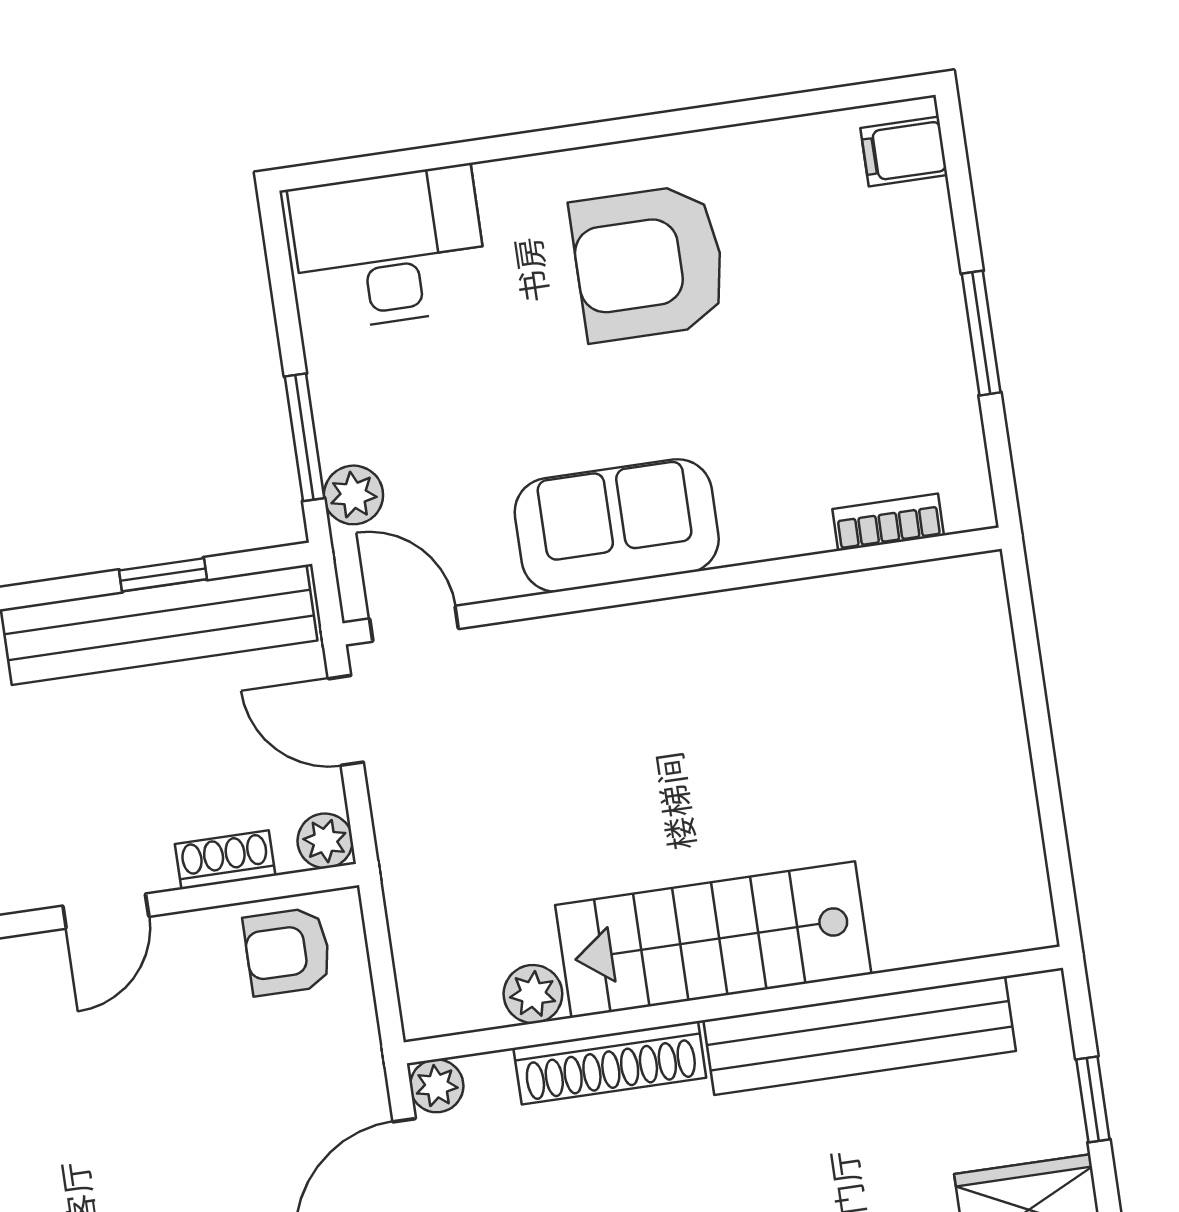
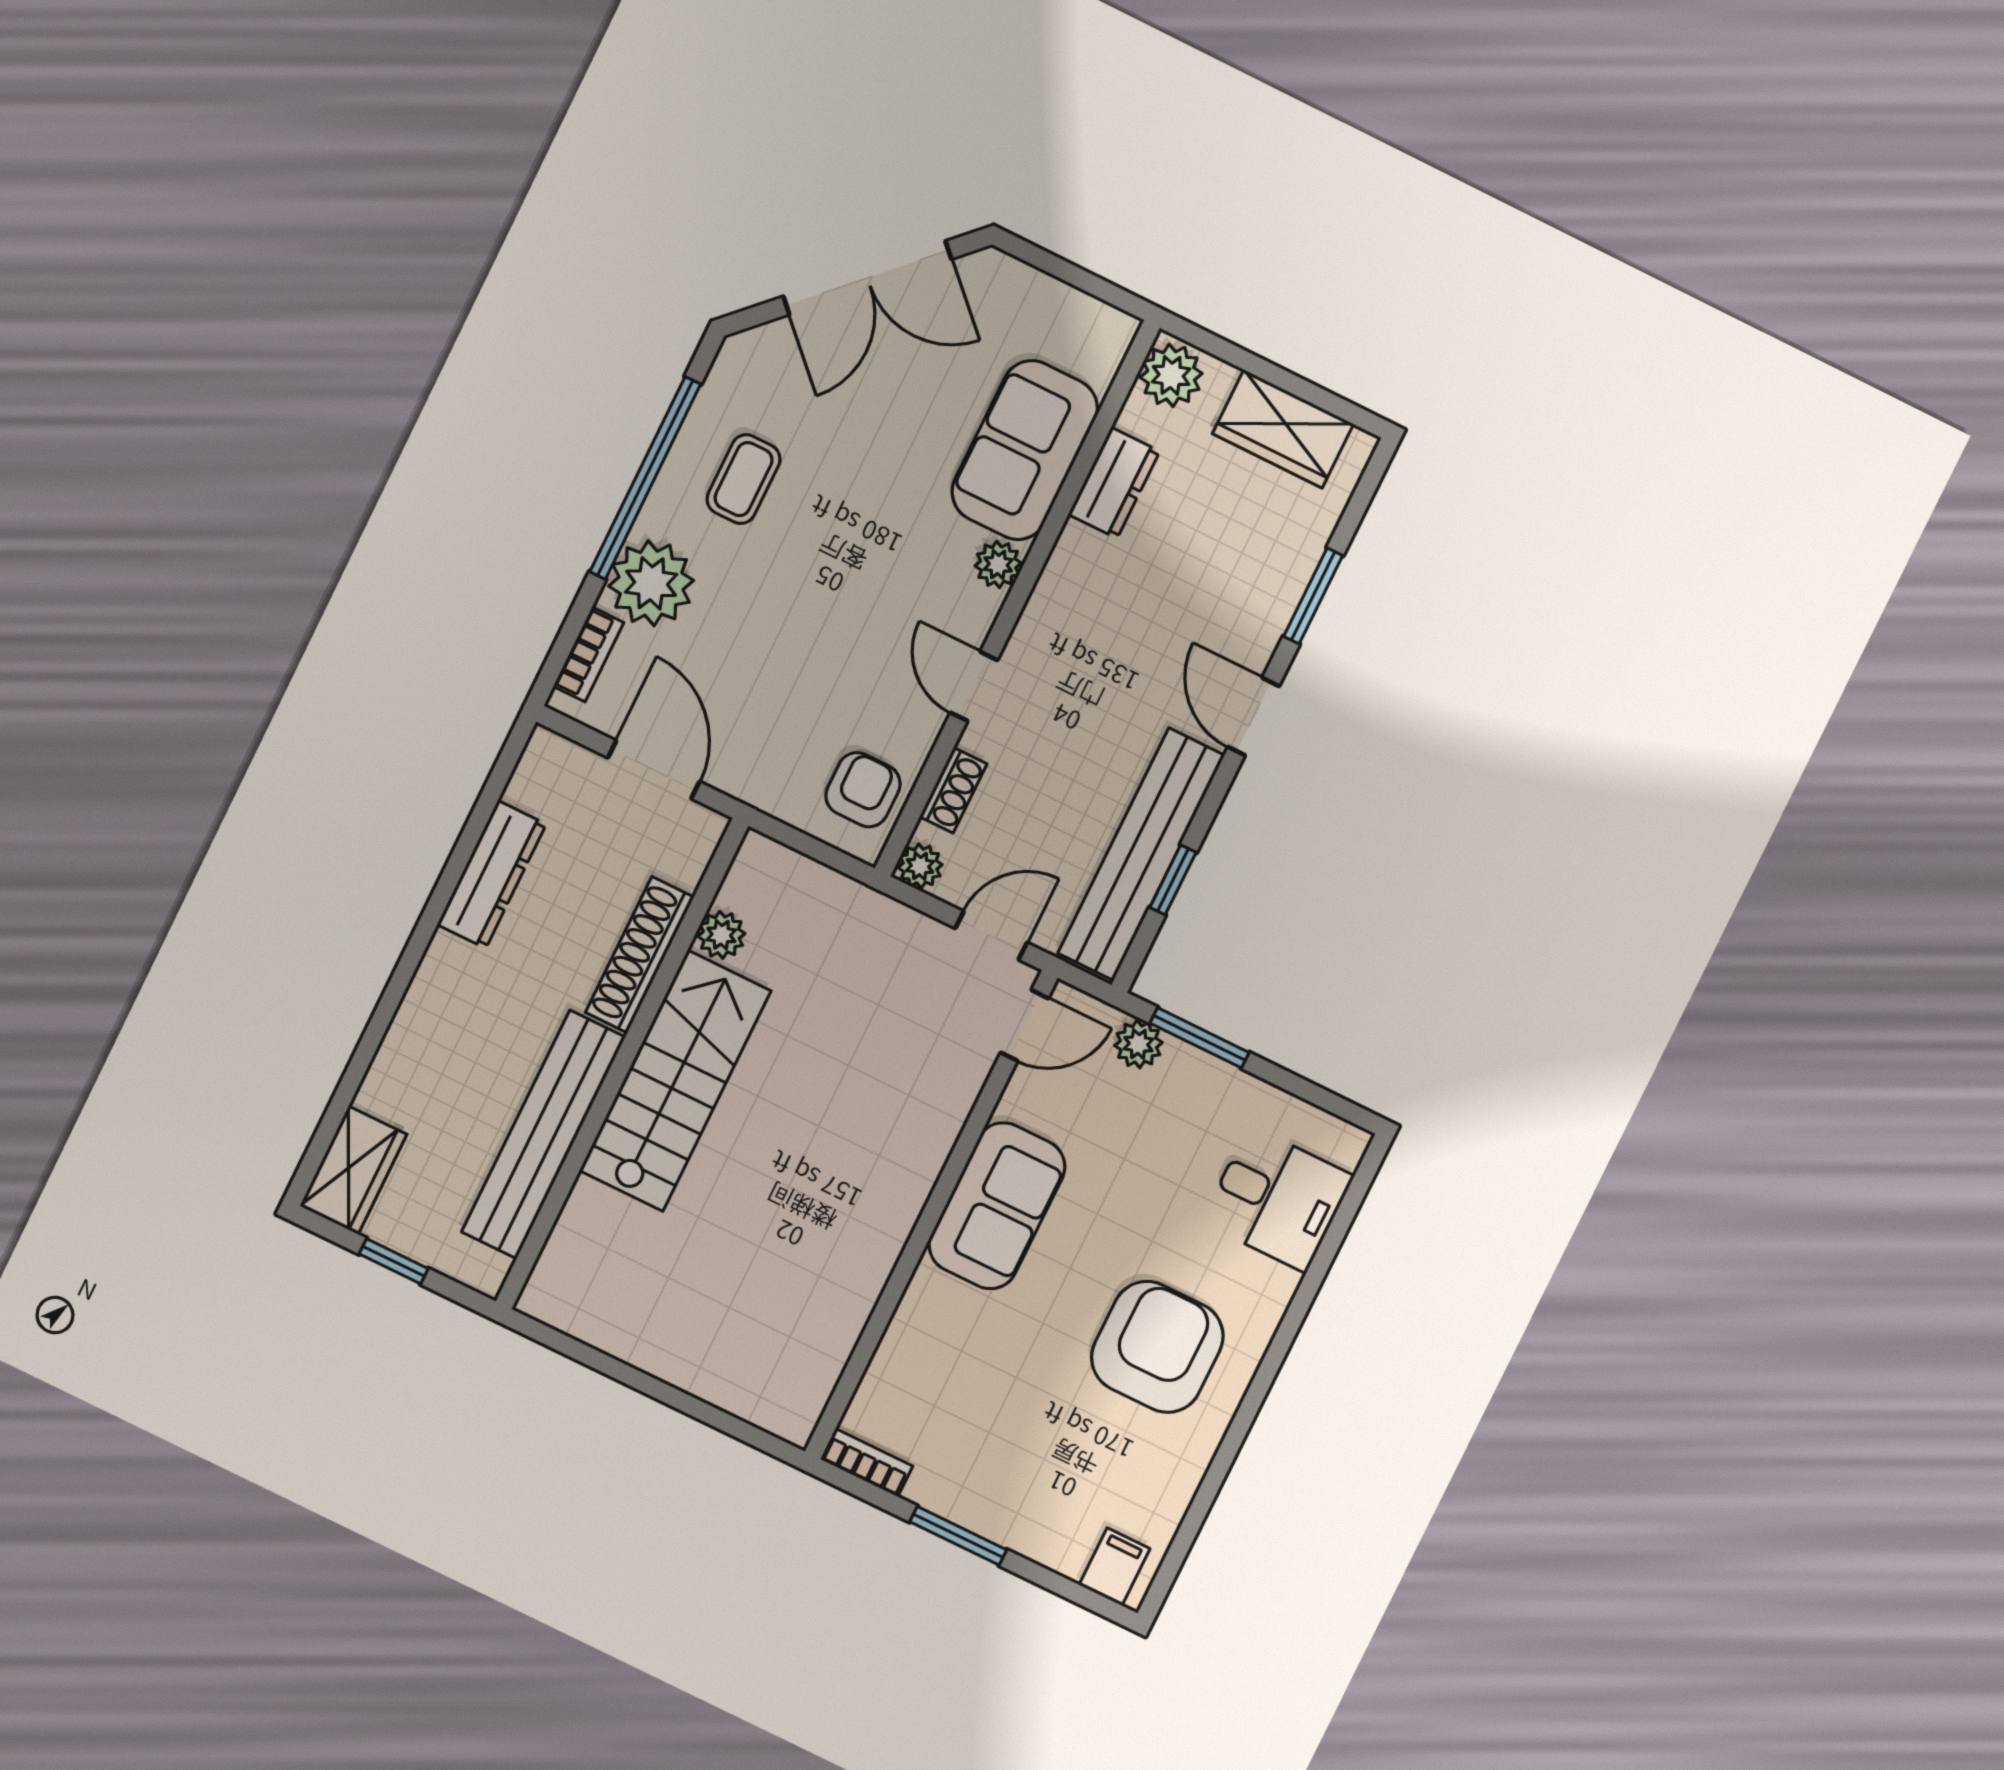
desk: (389, 248) -> (1278, 1199), width x0.73
bookcase: (888, 522) -> (867, 1463), moved, turned -90
plant: (437, 1086) -> (704, 828), removed

